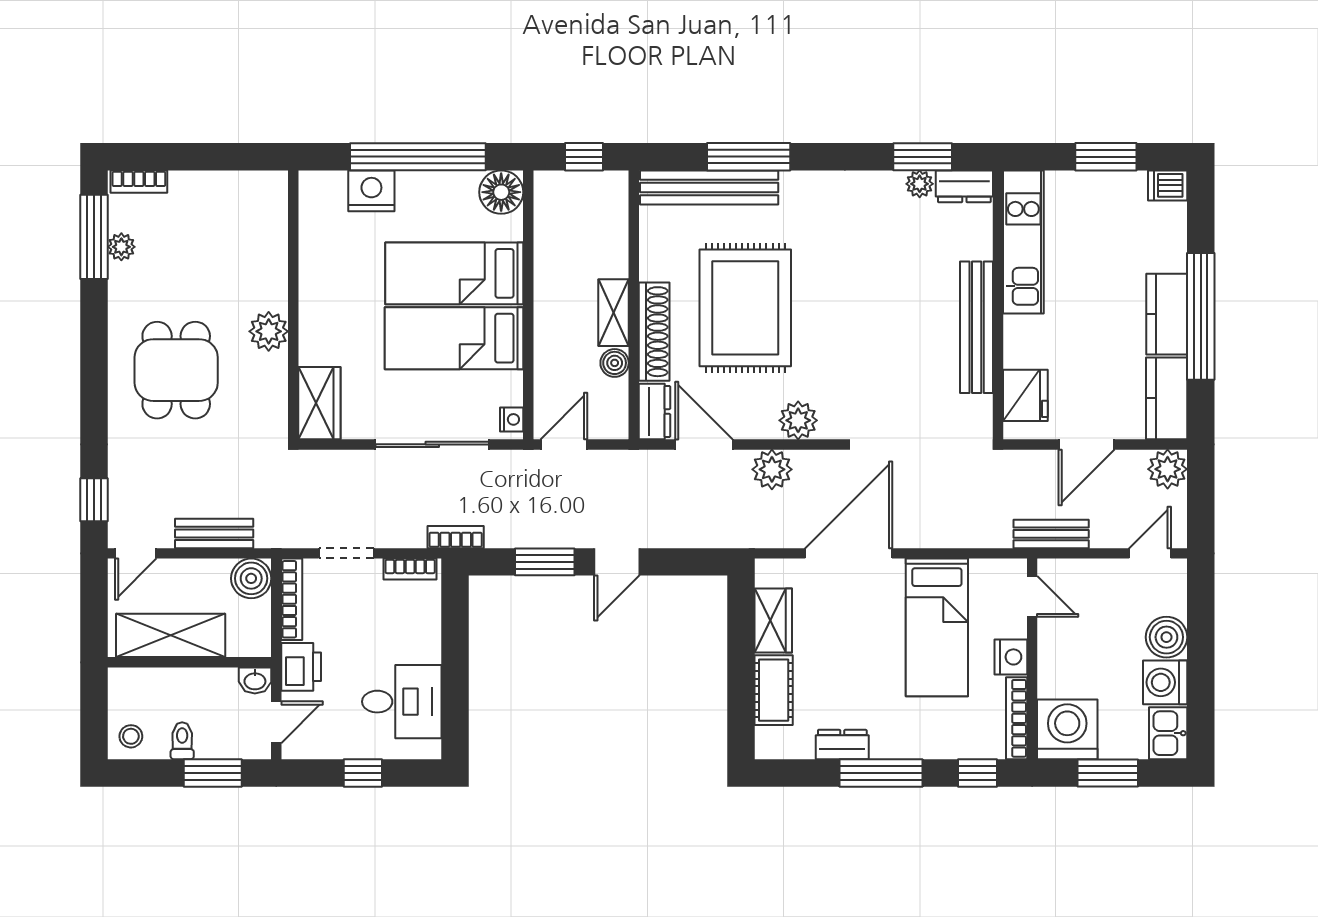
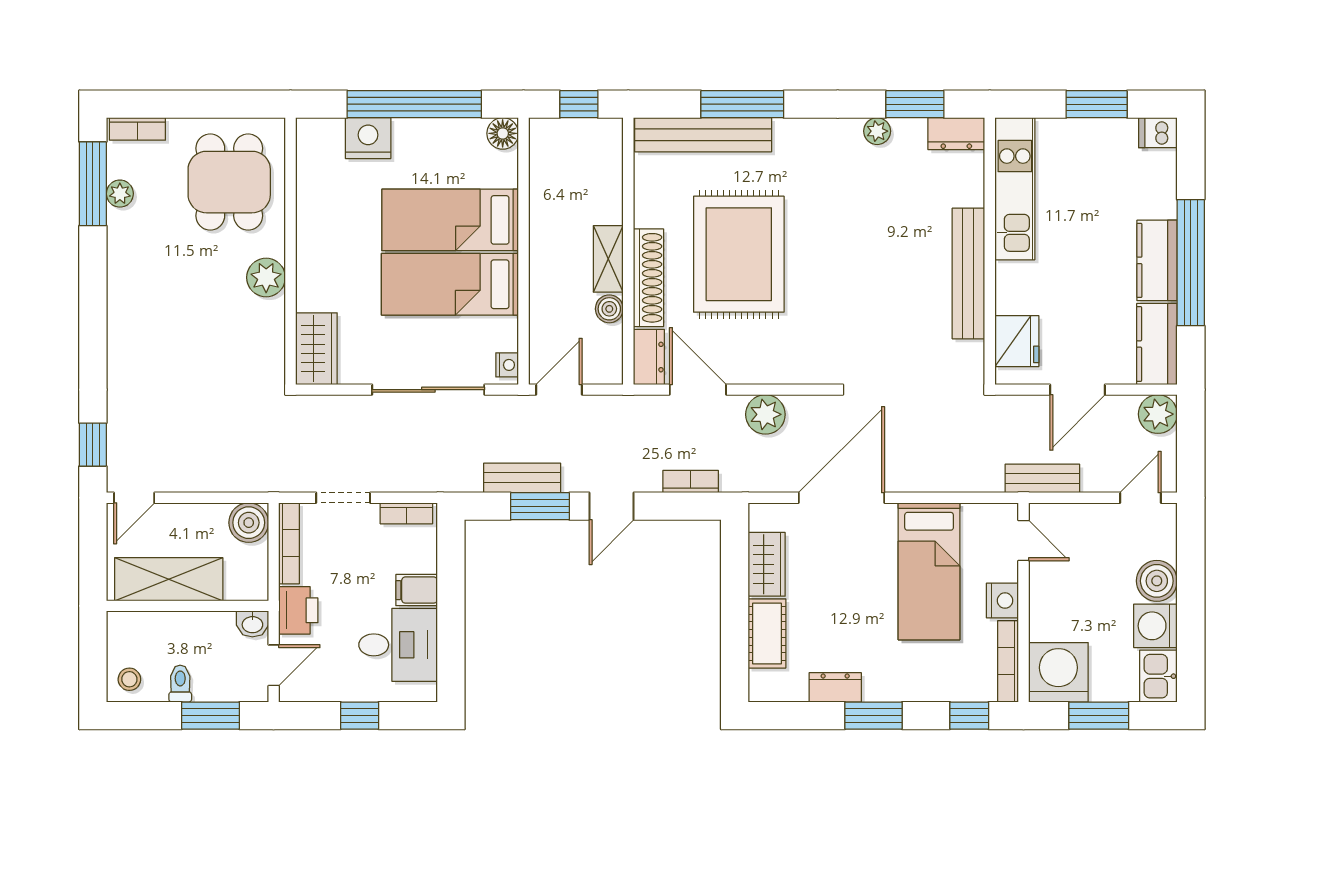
plant: (920, 184) -> (877, 131), moved
floor lamp: (501, 192) -> (503, 133), width x0.73, depth x0.73
dining table: (176, 370) -> (229, 182), moved
plant: (798, 420) -> (791, 366), removed
bench: (214, 533) -> (522, 478), moved
bookcase: (456, 537) -> (691, 482), moved
filing cabinet: (420, 646) -> (417, 590), added
window: (881, 773) -> (874, 716), width x0.69

